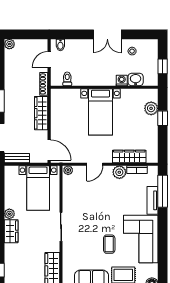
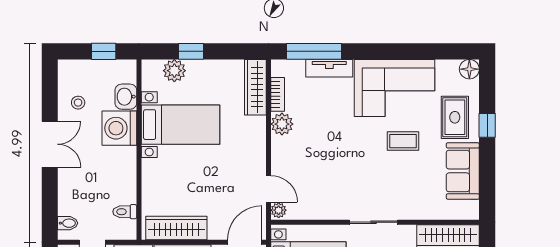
washing machine: (122, 80) -> (119, 128), width x1.89, depth x1.89
wardrobe: (58, 110) -> (176, 228), added
bed with nightstands: (100, 112) -> (180, 125), moved
wardrobe: (129, 156) -> (255, 87), moved
door: (95, 164) -> (268, 189), moved

